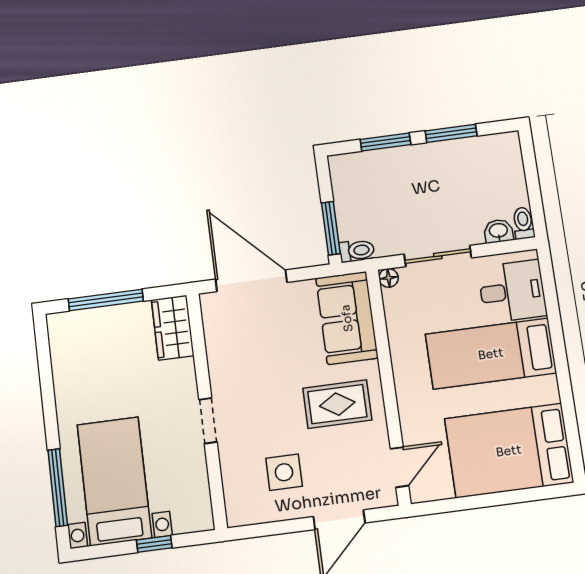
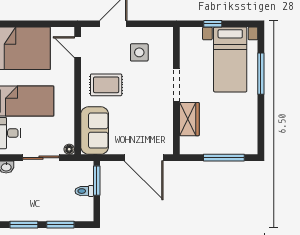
toilet: (357, 251) -> (84, 191), moved
wardrobe: (173, 328) -> (189, 119), moved
doorway: (208, 421) -> (176, 85), width x1.38
door: (399, 467) -> (78, 47), hinge flipped
window: (58, 488) -> (261, 74), moved

